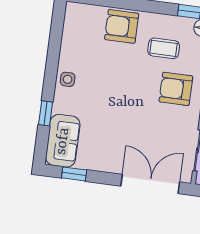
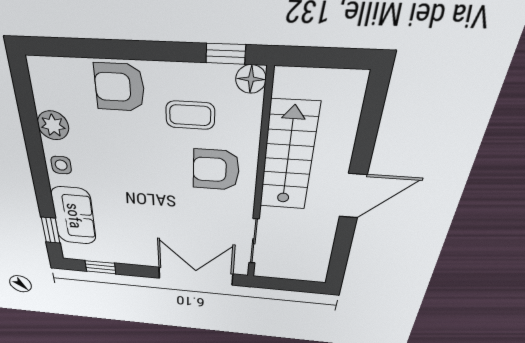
plant: (70, 49) -> (53, 125), added
window: (46, 113) -> (51, 230), moved
sofa: (63, 141) -> (74, 216), moved

